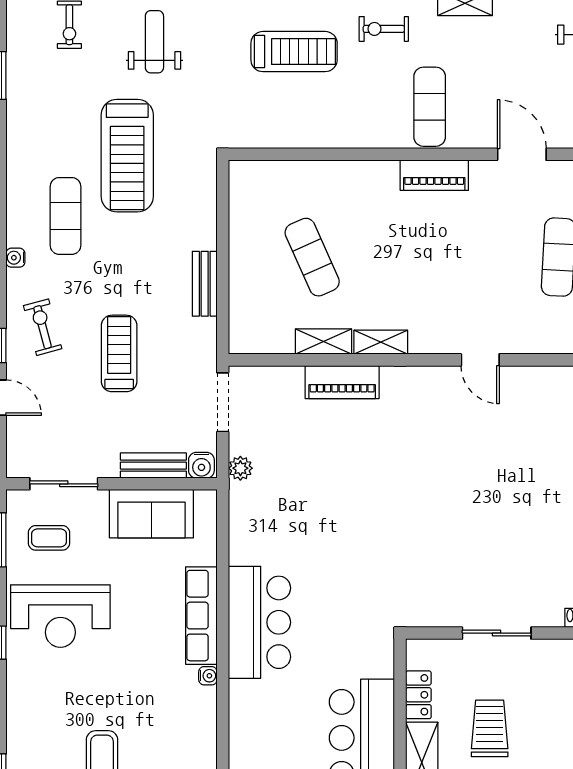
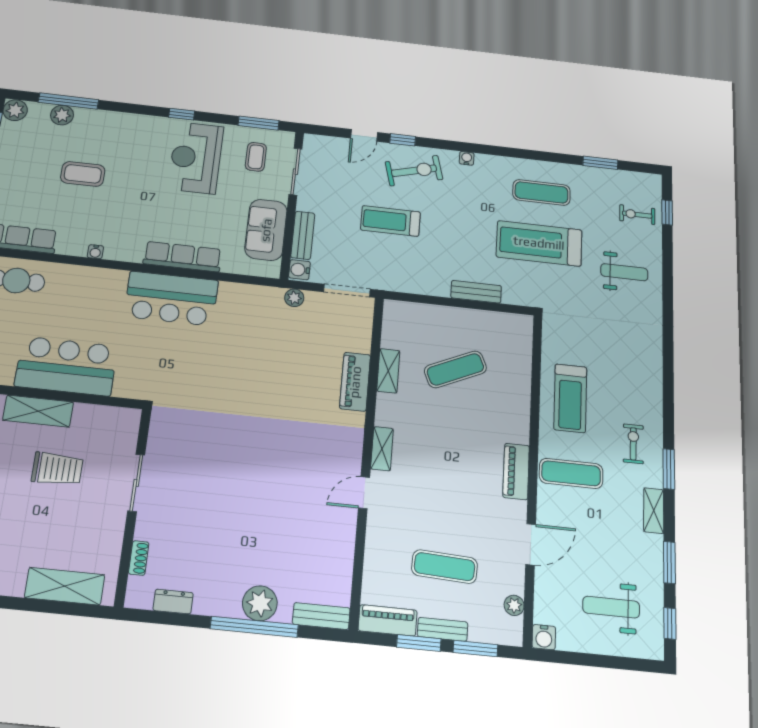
treadmill: (294, 52) -> (570, 398), moved
exercise mat: (65, 216) -> (541, 192), moved
bench: (205, 284) -> (476, 292), moved
exercise bike: (43, 327) -> (414, 171), width x1.38, depth x1.39
shelving: (381, 342) -> (382, 449), moved
treadmill: (119, 353) -> (390, 221), turned 180
water cooler: (208, 676) -> (95, 252), moved
locker: (418, 695) -> (95, 414), removed

